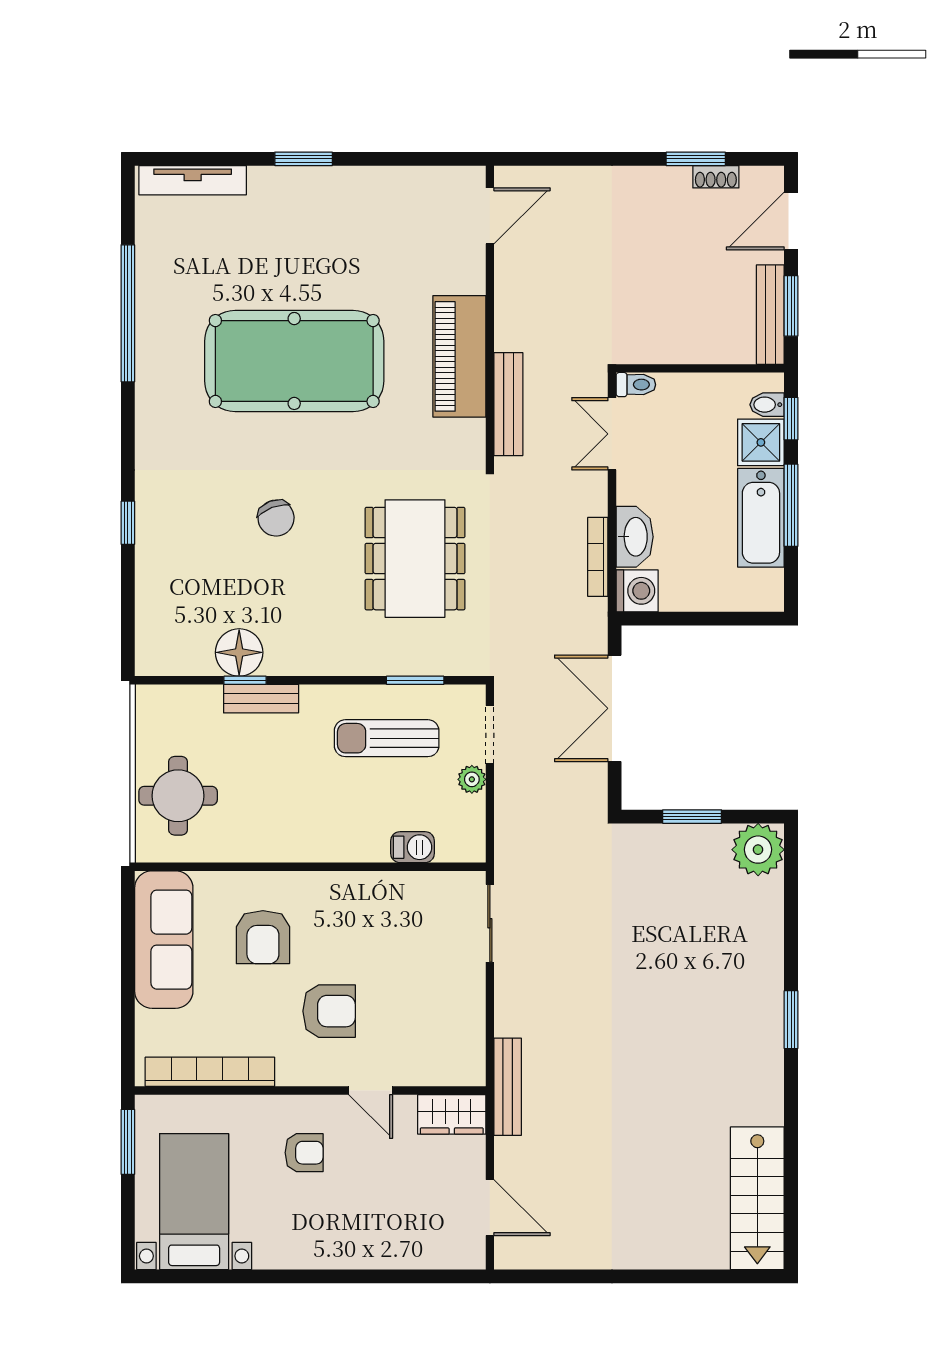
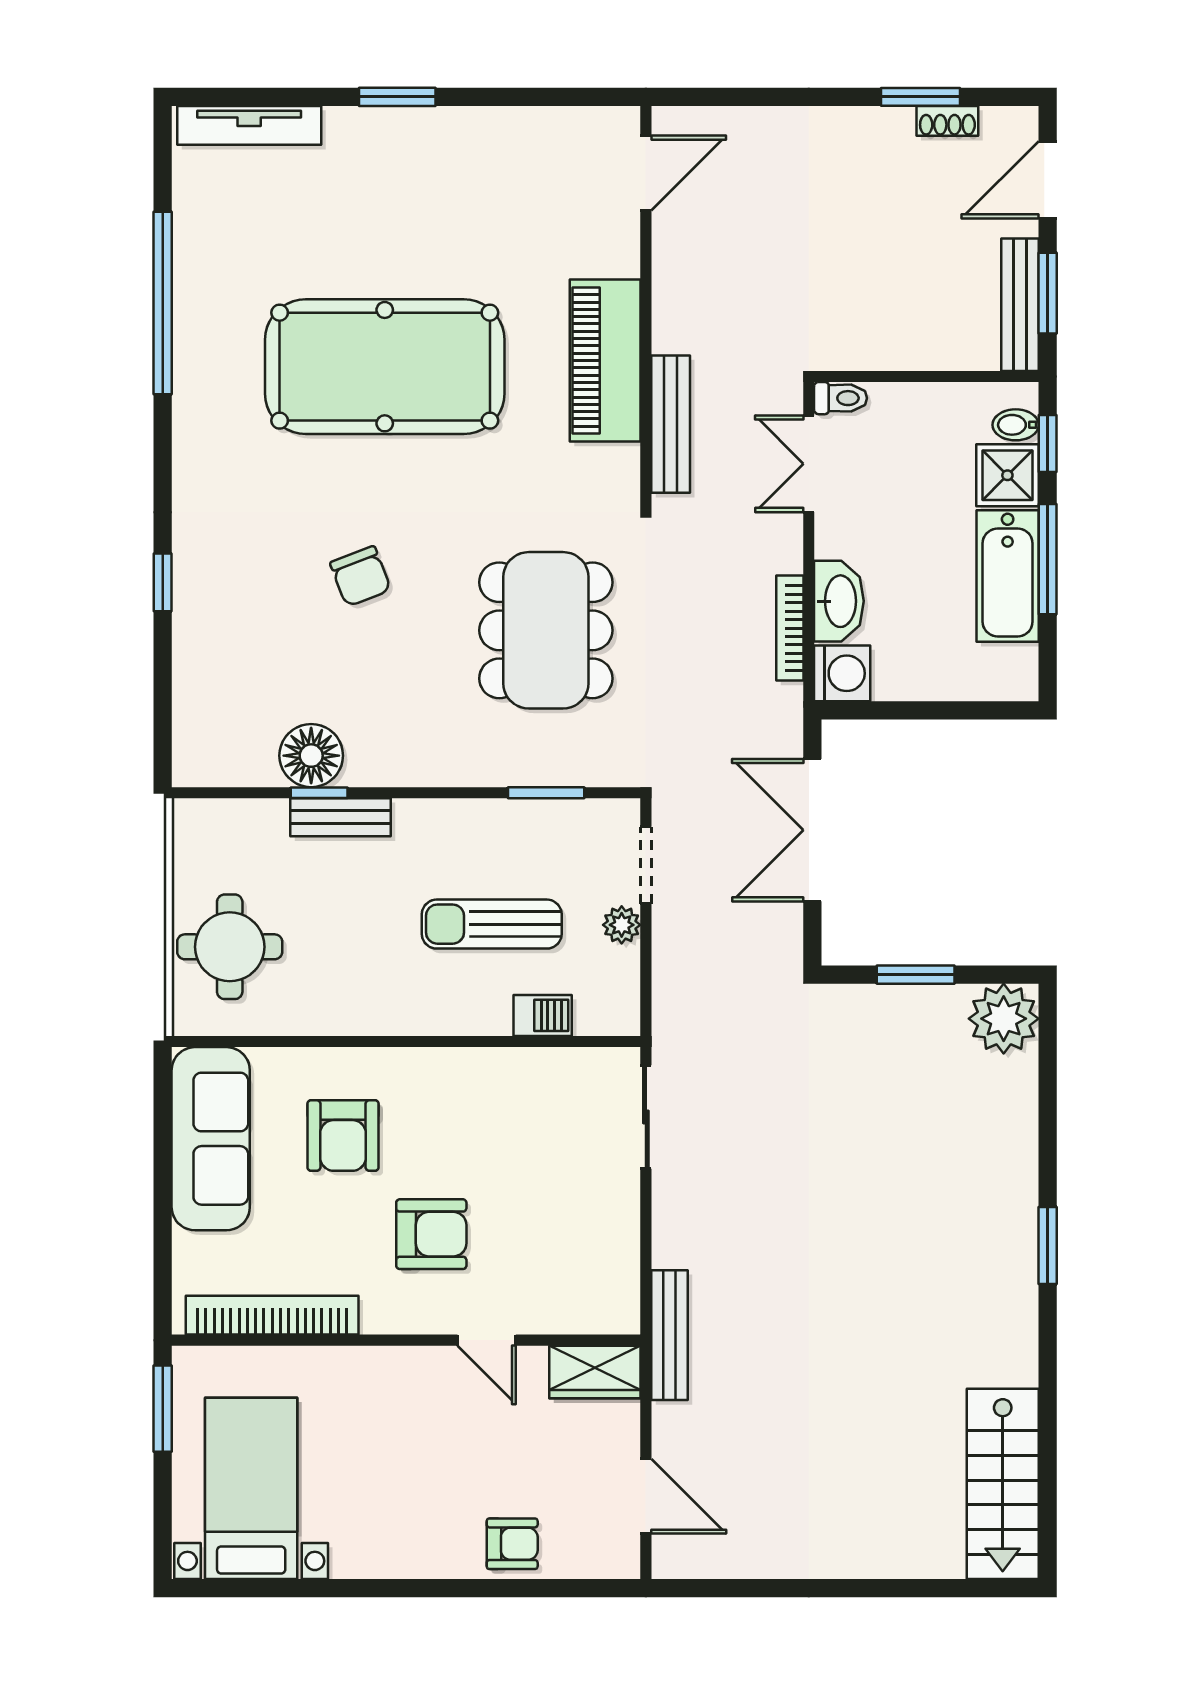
sun lounger: (387, 738) -> (492, 924), moved
armchair: (304, 1153) -> (512, 1544), moved

